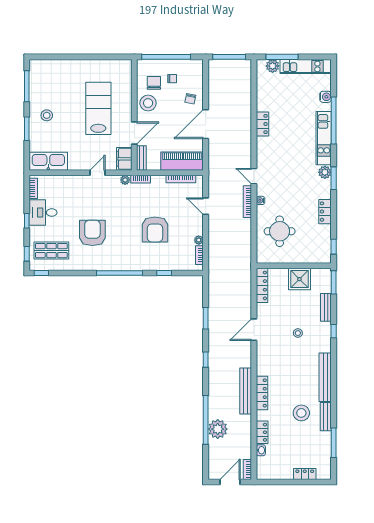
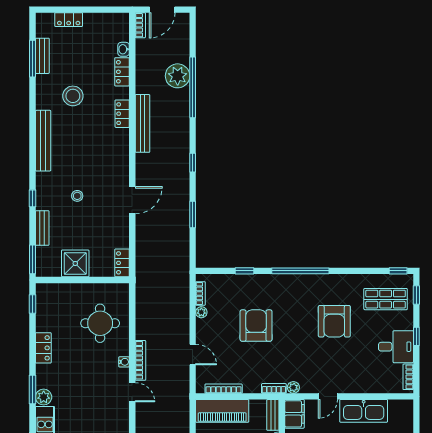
kitchen sink: (48, 161) -> (364, 411), moved
locker: (262, 285) -> (122, 263), width x0.66
locker: (262, 393) -> (122, 114), width x0.66
bench: (326, 417) -> (42, 56), moved

